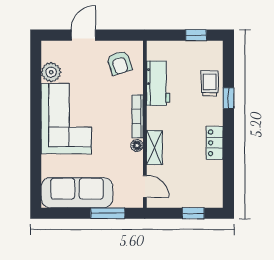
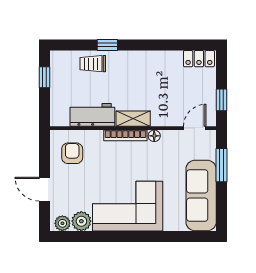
plant: (49, 53) -> (62, 223), added
armchair: (119, 63) -> (72, 153), turned -73
locker: (215, 143) -> (199, 59), moved
shelving: (154, 148) -> (133, 119), moved
window: (193, 213) -> (222, 100), moved

